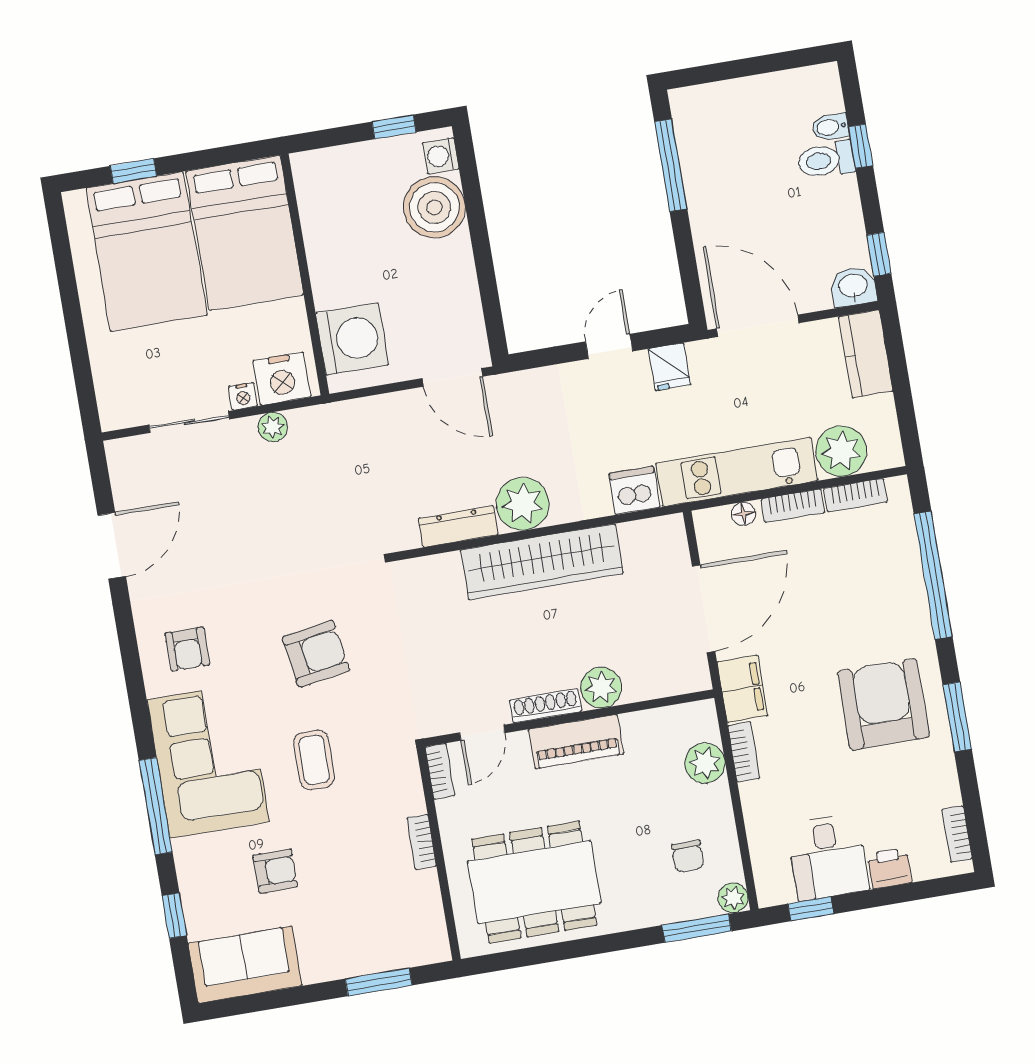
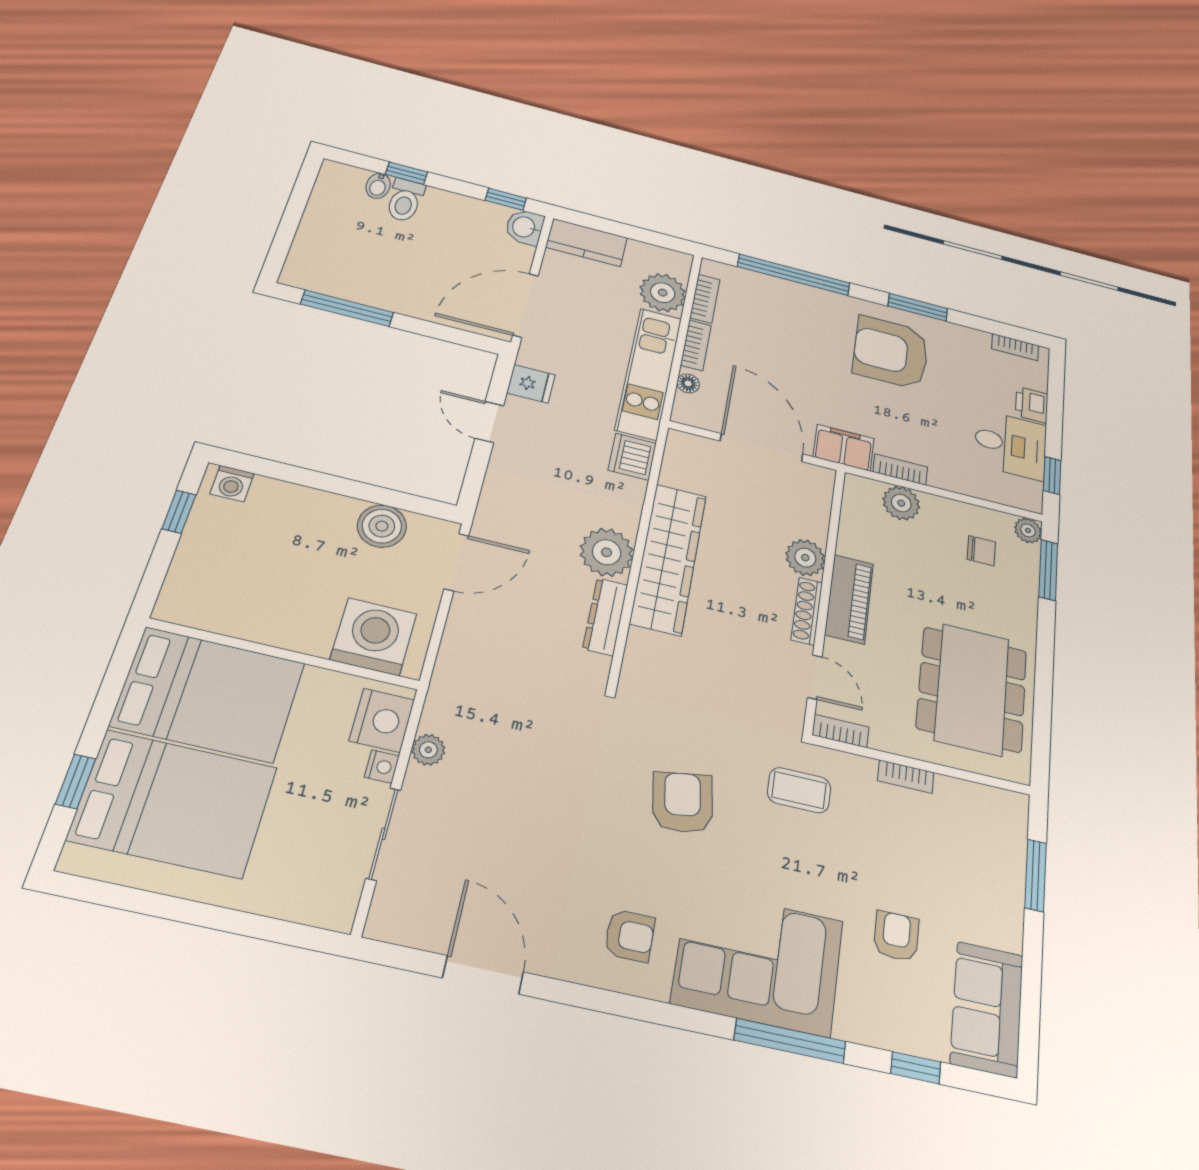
boiler: (434, 207) -> (382, 526), moved, width x0.73, depth x0.73
coffee table: (314, 760) -> (799, 790), moved

